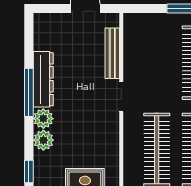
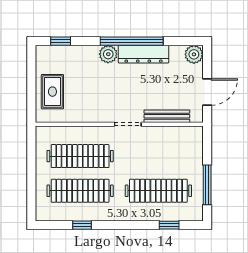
window: (29, 92) -> (132, 41), width x1.46
plant: (43, 140) -> (194, 54), moved

